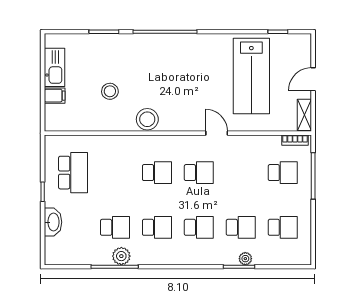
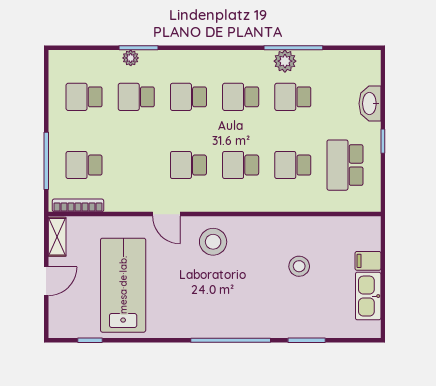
stool: (147, 119) -> (213, 242), moved
bookcase: (295, 140) -> (78, 205), width x1.56
school desk: (115, 173) -> (293, 165), added

